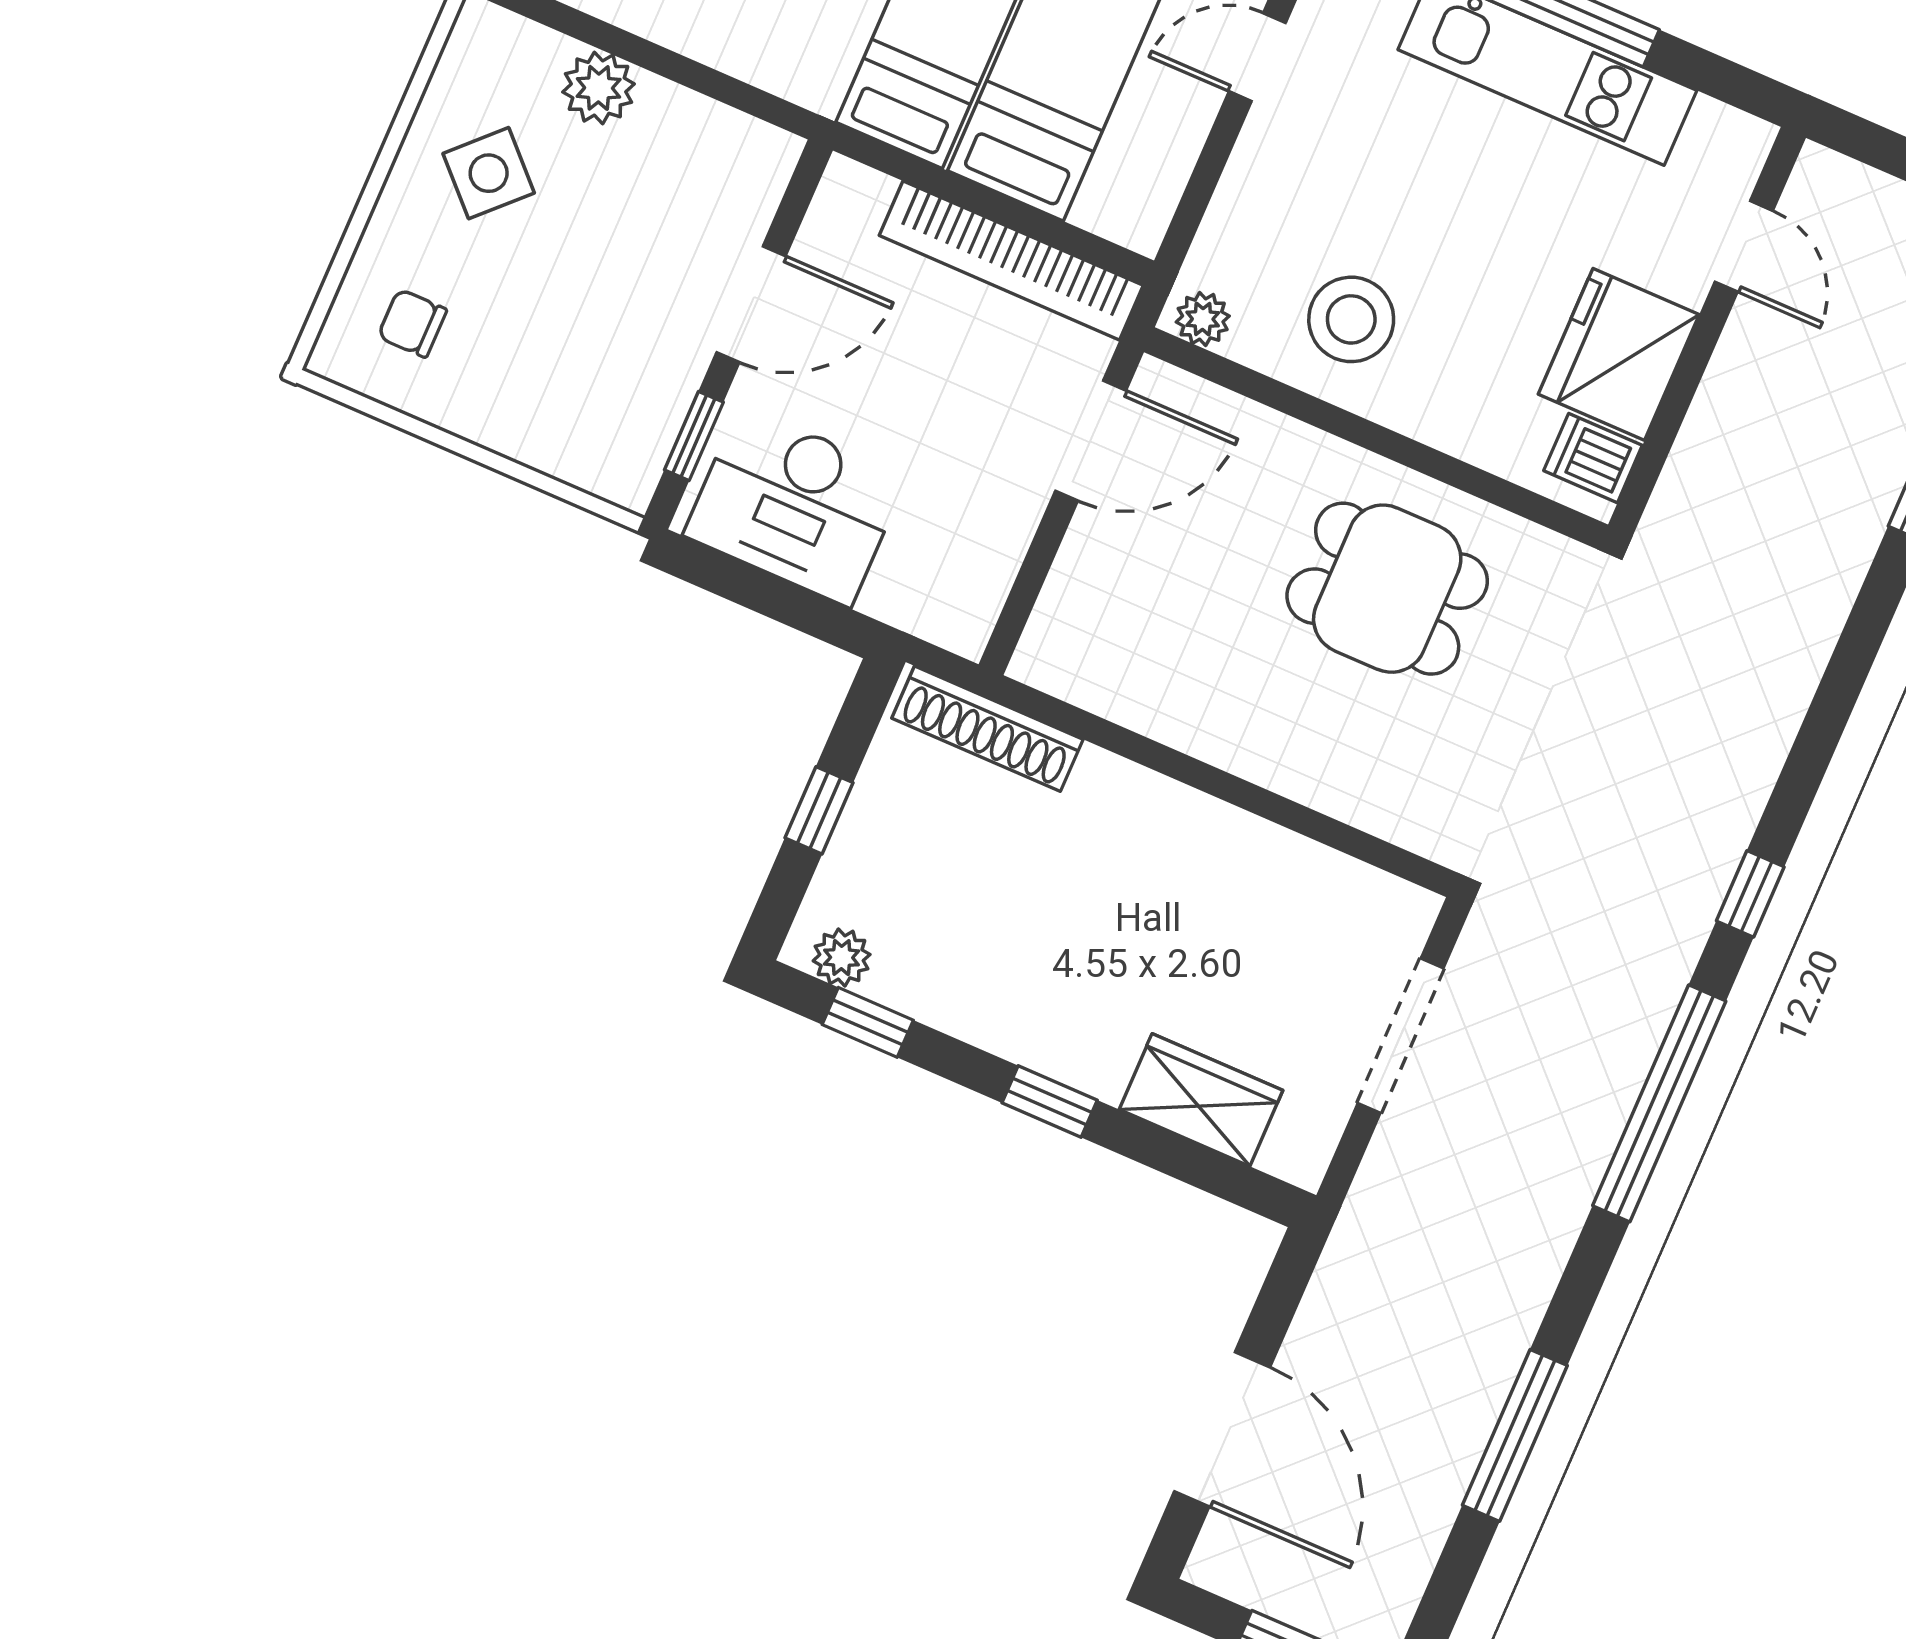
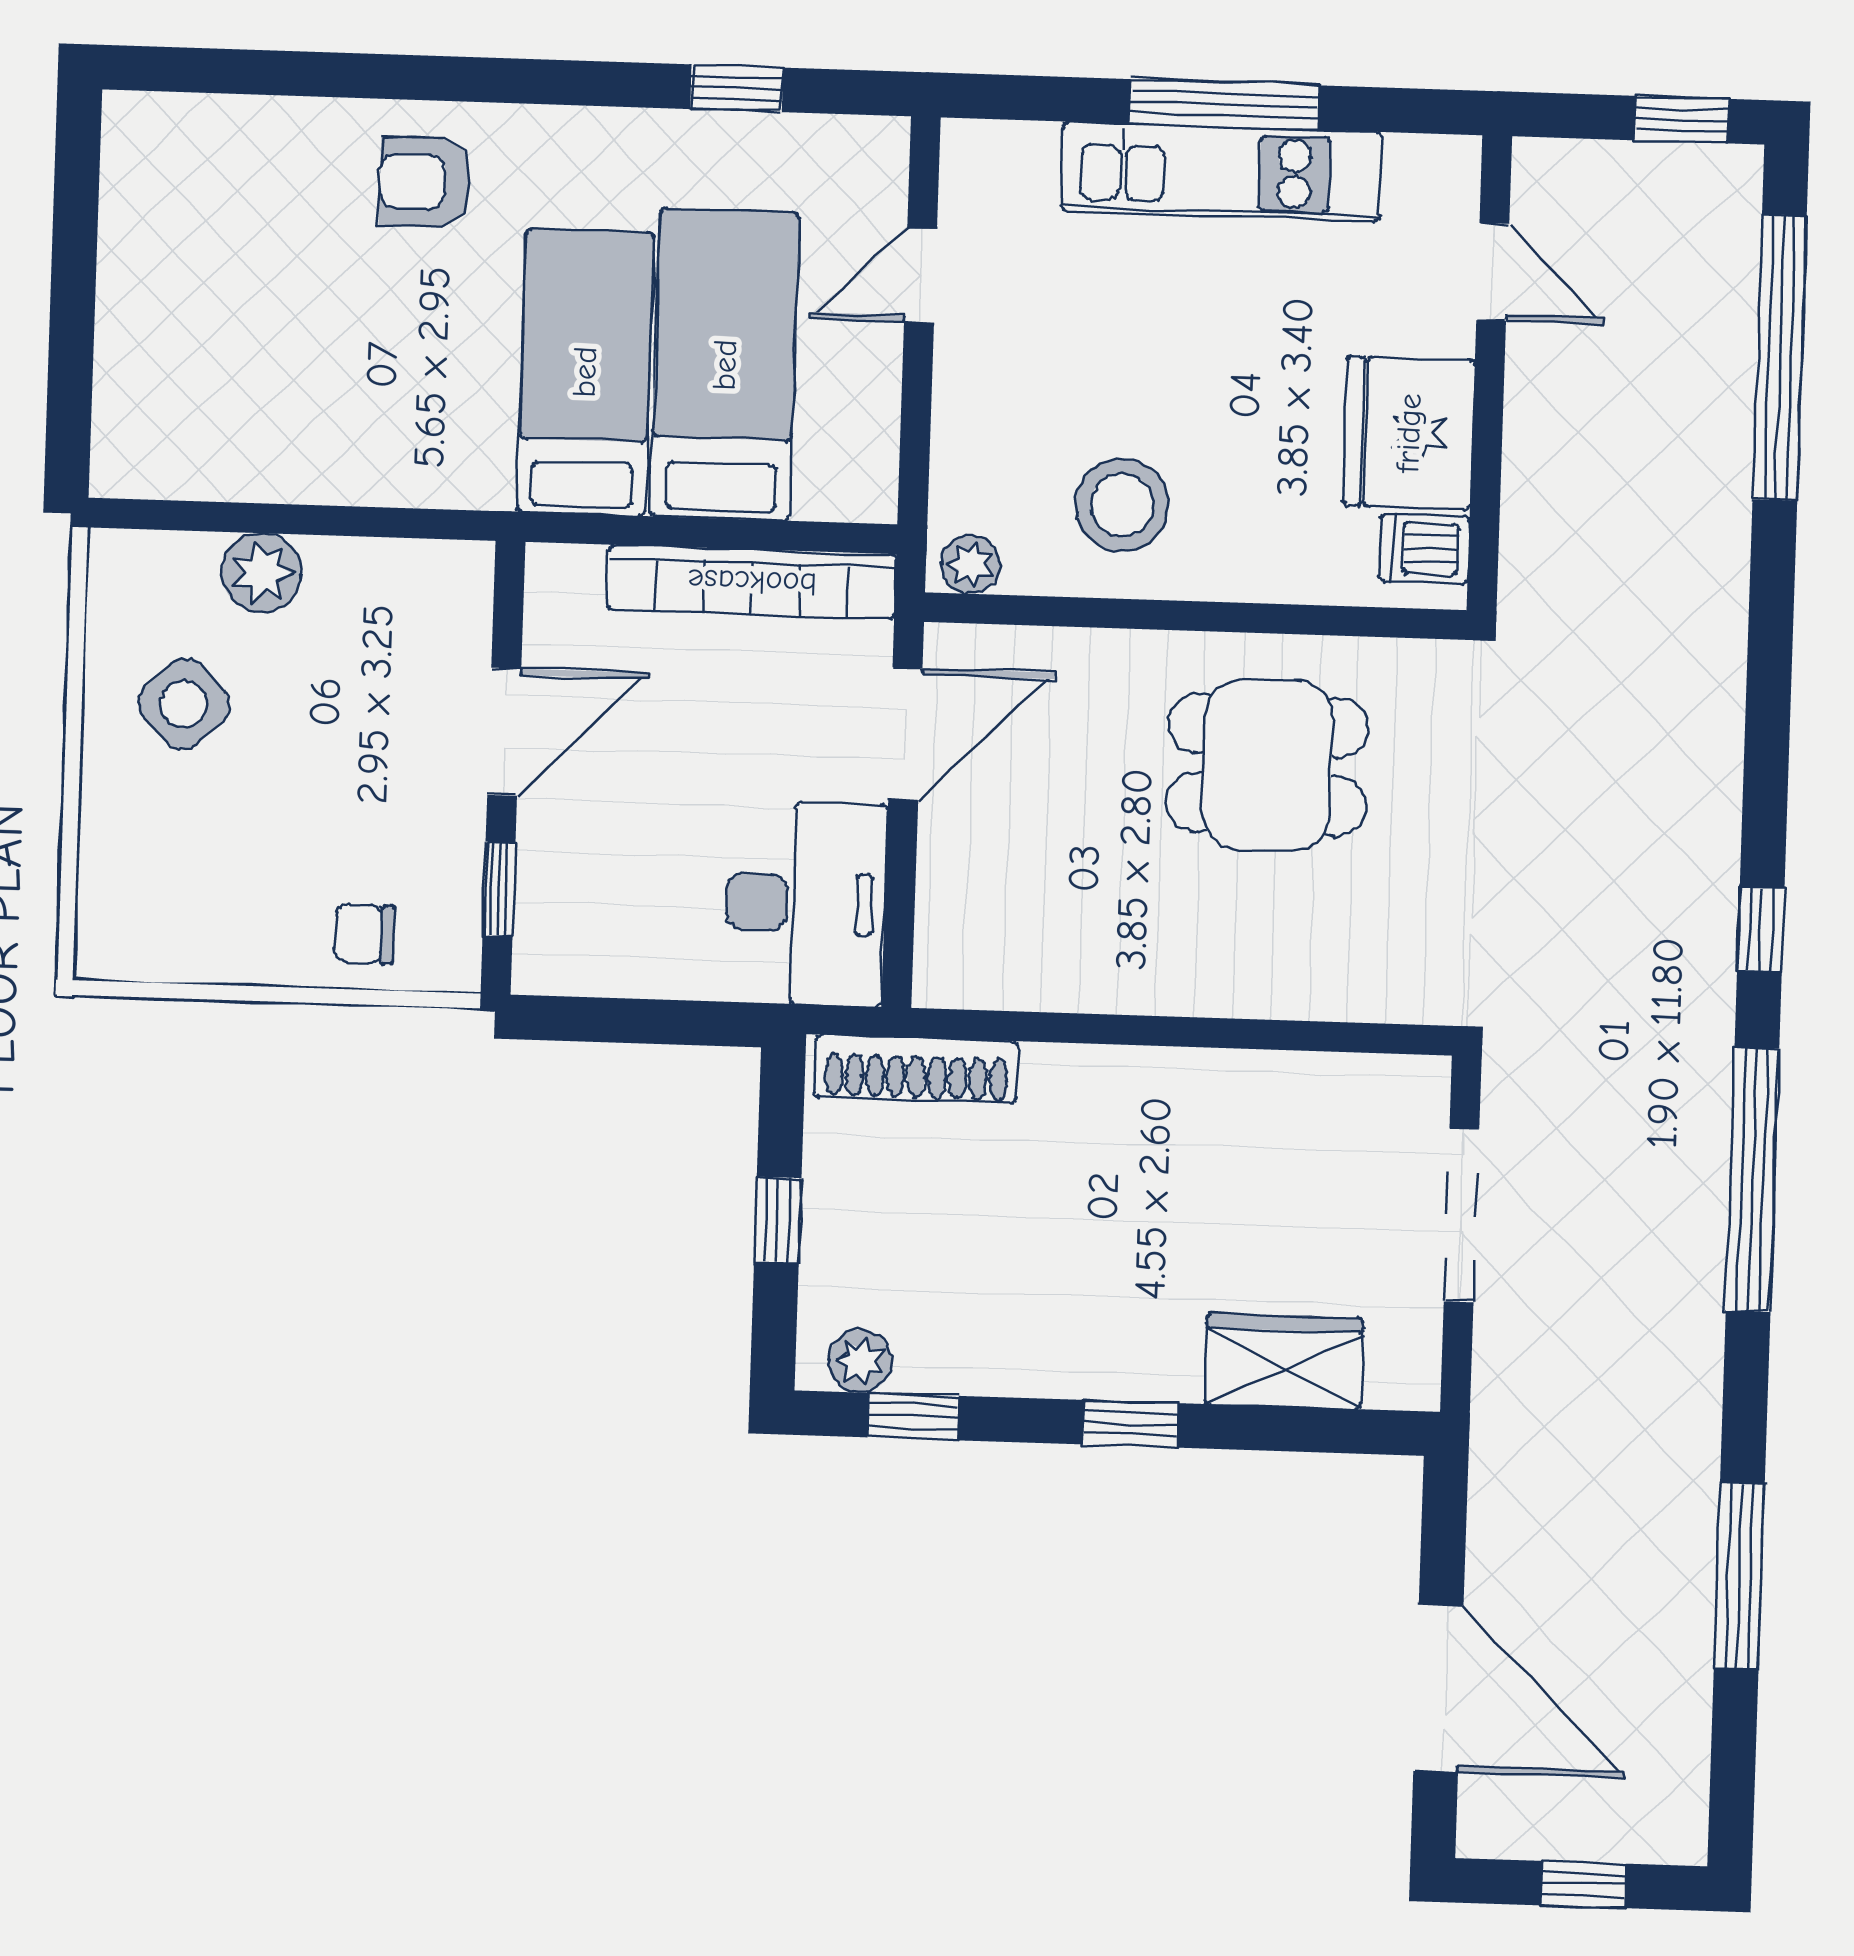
chair: (412, 323) -> (364, 934), moved
desk: (795, 506) -> (805, 903), moved, turned -90

